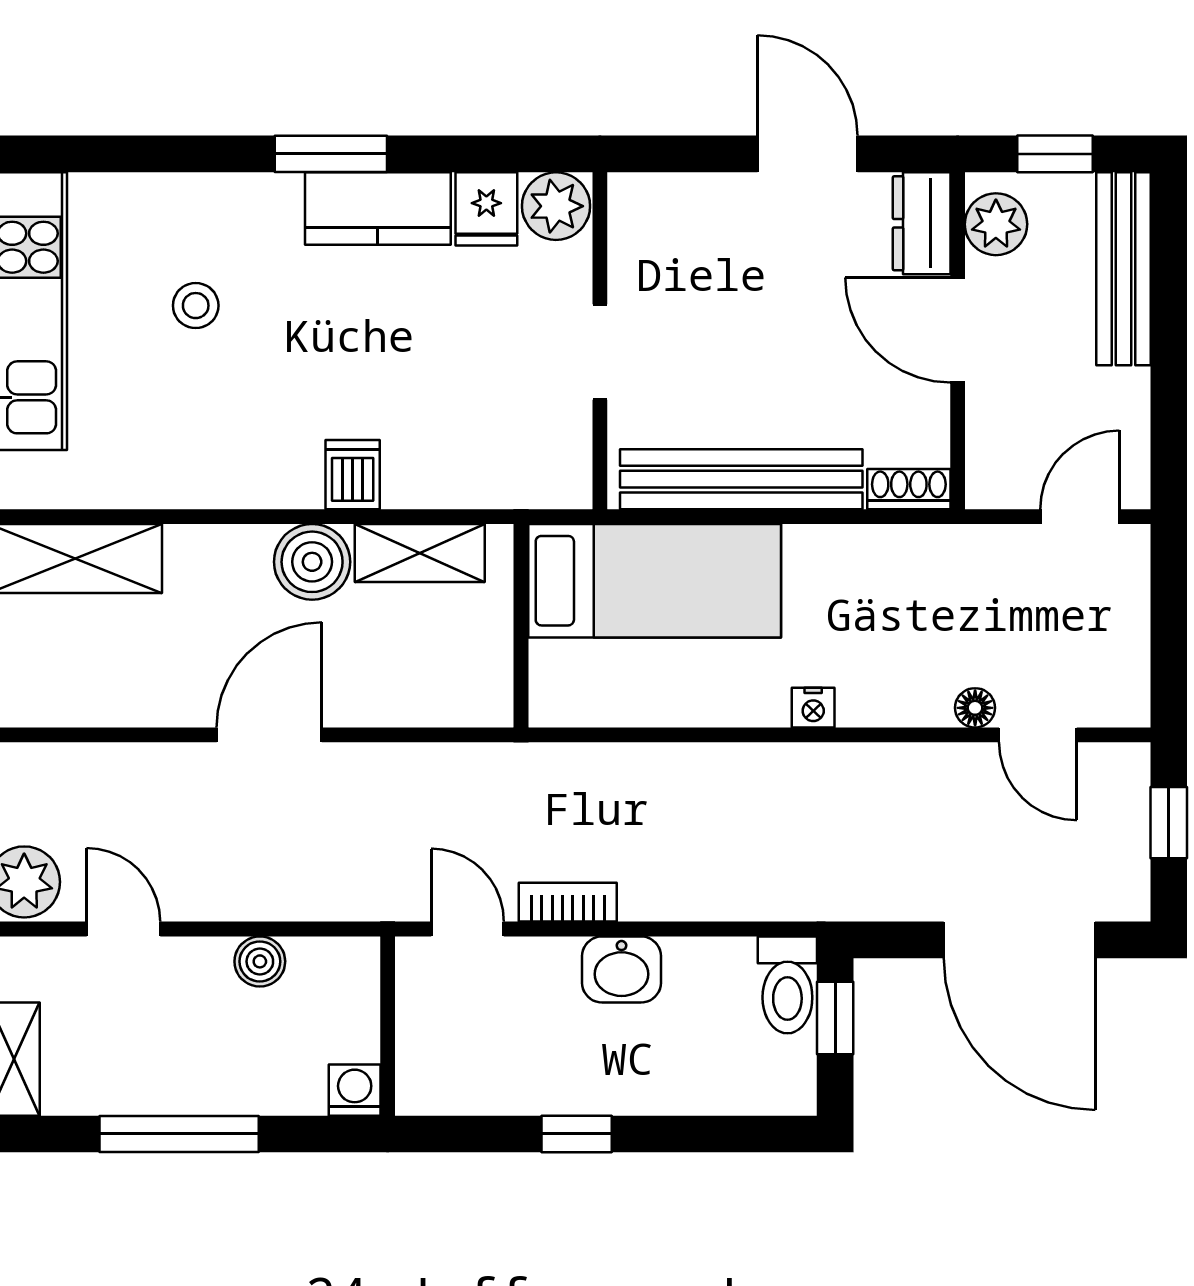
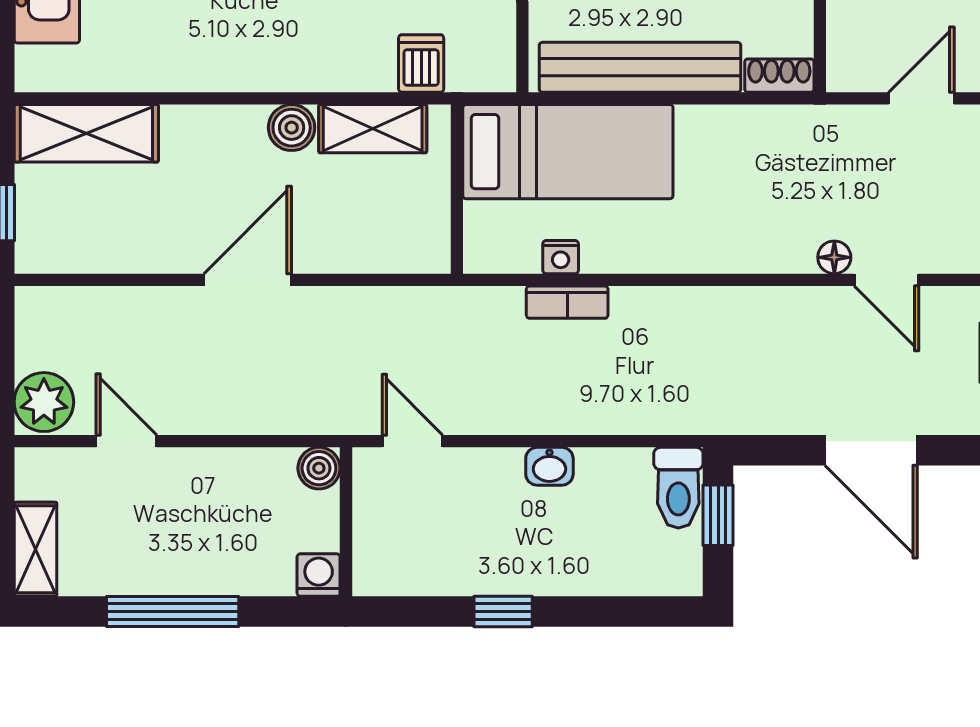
dishwasher: (353, 475) -> (421, 63), moved
boiler: (312, 562) -> (292, 128), width x0.73, depth x0.73
nightstand: (813, 708) -> (561, 257), moved
bookcase: (568, 902) -> (567, 302), moved, turned 180
door: (1019, 940) -> (871, 450), width x0.73
boiler: (260, 961) -> (319, 468), moved
washbasin: (622, 969) -> (549, 466), width x0.72, depth x0.69

